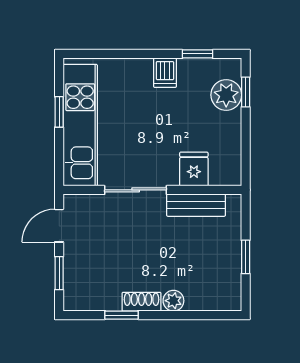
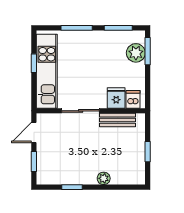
window: (129, 54) -> (77, 28), added
window: (197, 54) -> (118, 28), width x1.50
dishwasher: (165, 73) -> (133, 99), moved, turned 180
window: (246, 92) -> (148, 51), width x1.50
shoe rack: (142, 302) -> (84, 179), removed

